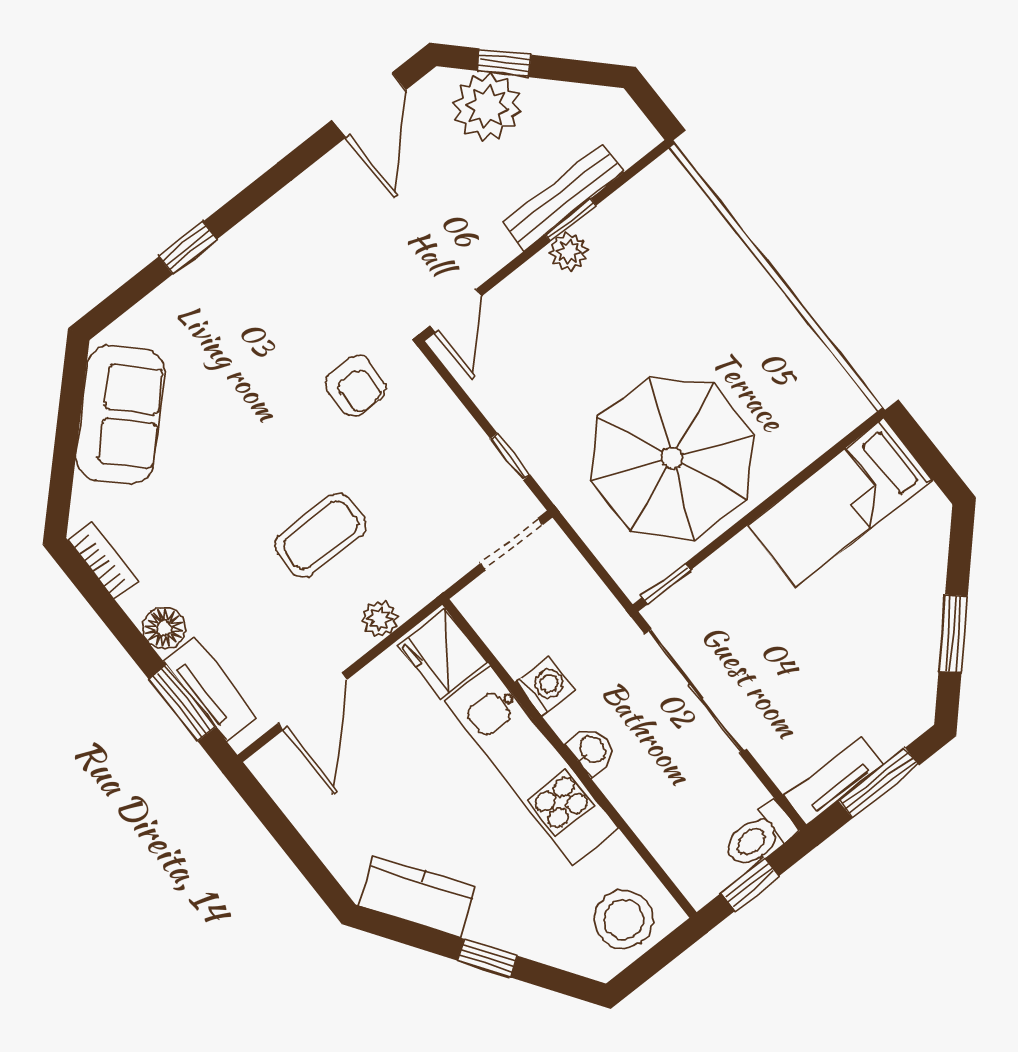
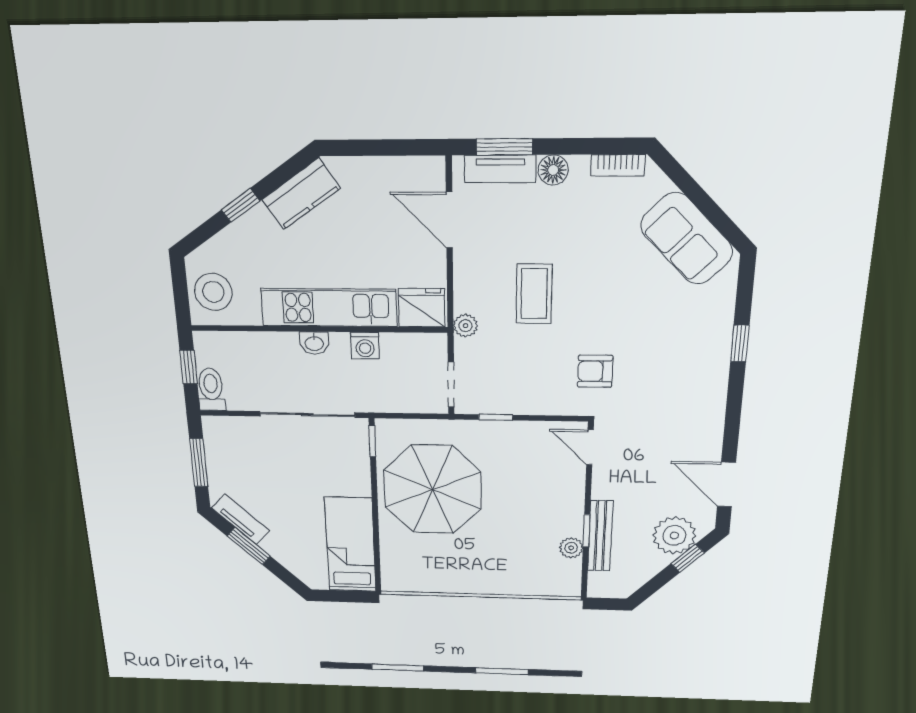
plant: (569, 252) -> (571, 548), moved
plant: (380, 619) -> (466, 326), moved
tv unit: (833, 781) -> (241, 519), moved, turned -47

